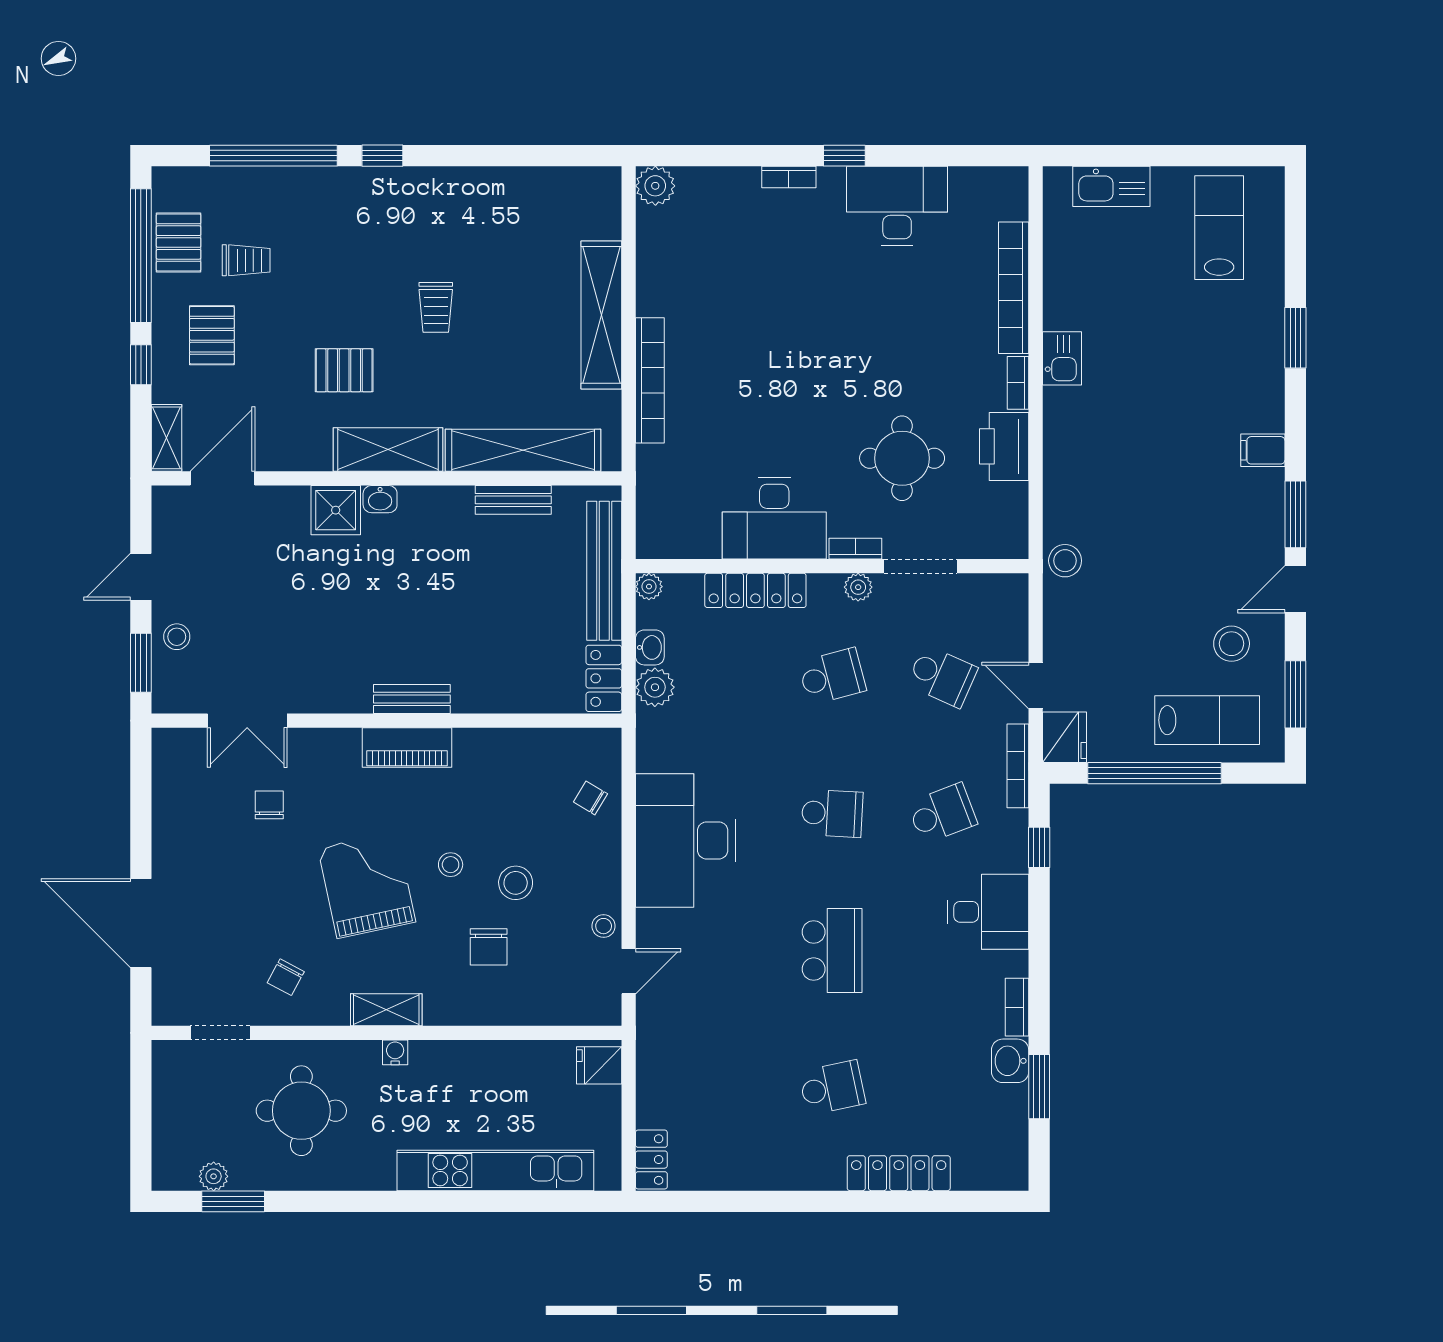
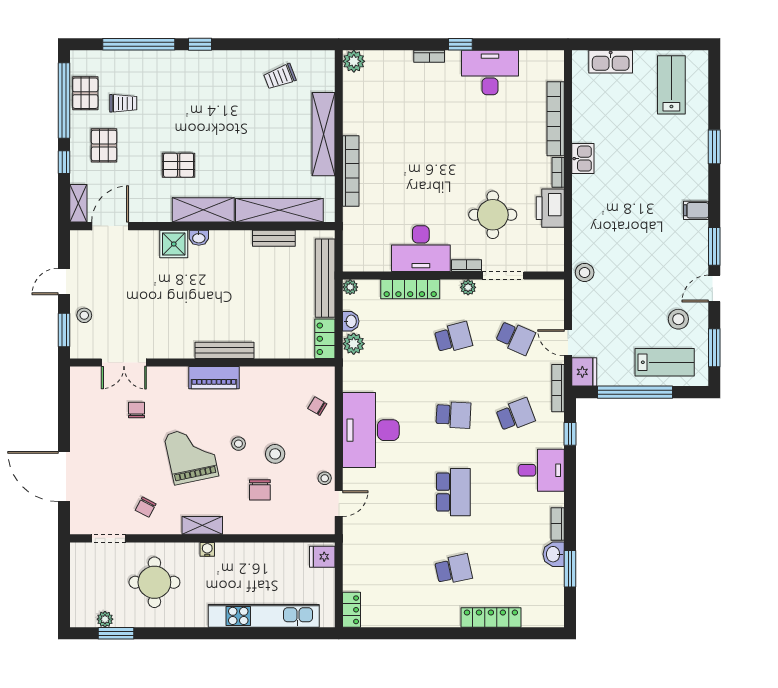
trolley: (436, 307) -> (280, 77), moved, turned 69
bench: (412, 699) -> (225, 350), width x1.36

